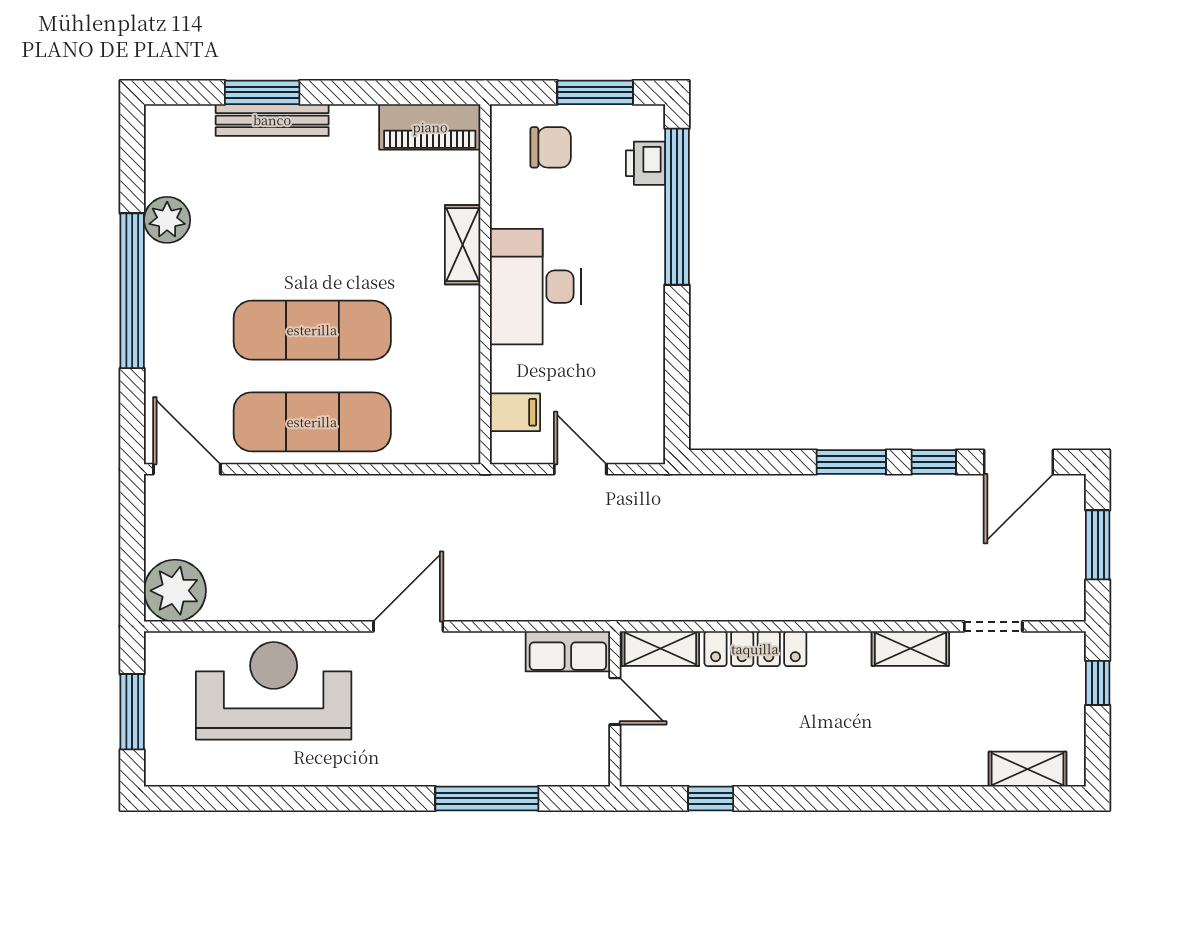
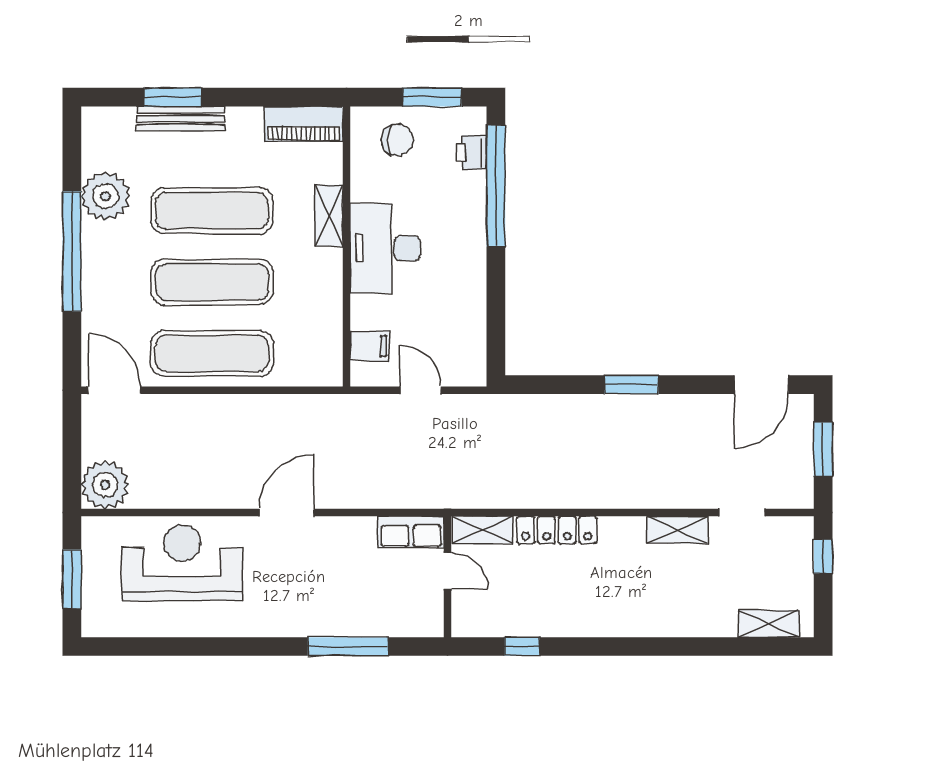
plant: (167, 220) -> (106, 196), width x1.36, depth x1.36
exercise mat: (312, 238) -> (212, 211), added
window: (934, 462) -> (696, 385), removed

